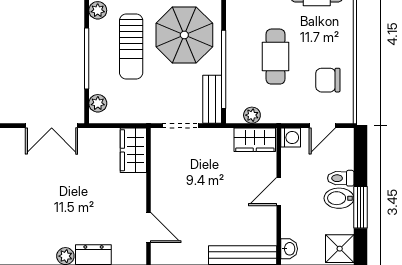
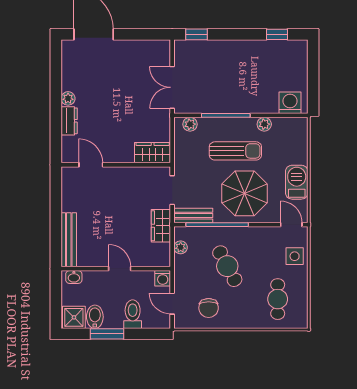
sun lounger: (131, 46) -> (235, 151), turned 180
cafe table: (276, 57) -> (227, 266), turned 62
chair: (328, 80) -> (209, 308), turned 180
wardrobe: (255, 140) -> (161, 226), moved
toilet: (341, 178) -> (133, 314), width x1.37, depth x1.39
bidet: (339, 198) -> (95, 317), moved
door: (149, 228) -> (91, 165), swing flipped

